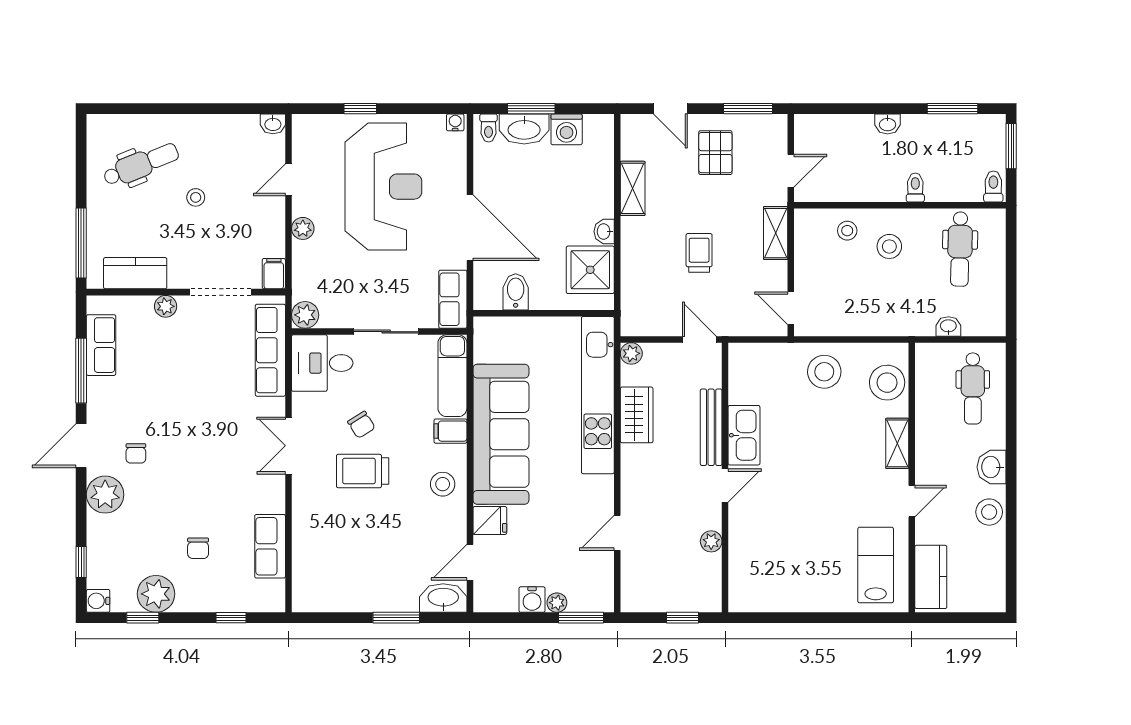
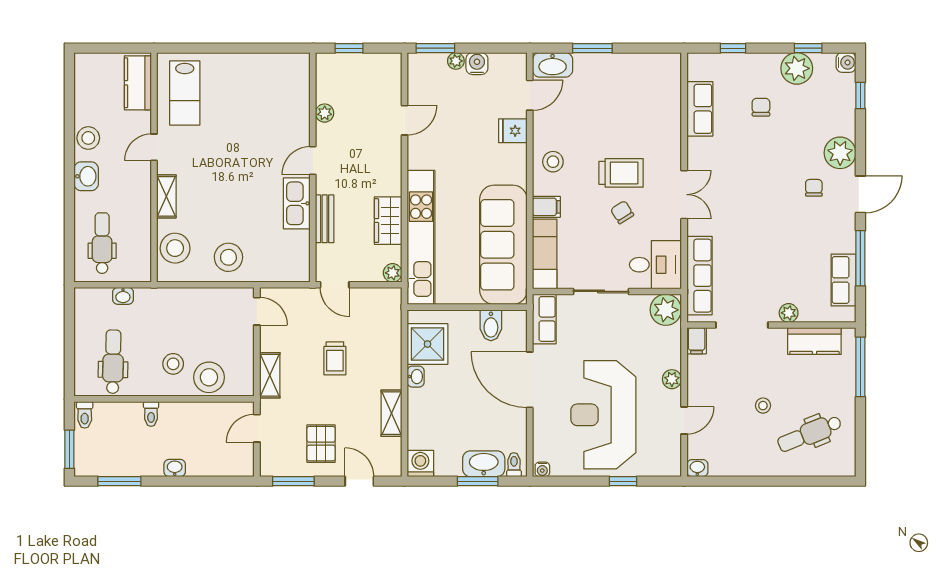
washing machine: (567, 129) -> (420, 463), moved
stool: (847, 231) -> (209, 377), width x1.89, depth x1.89
plant: (305, 315) -> (666, 310), width x1.36, depth x1.36
bench: (711, 427) -> (325, 219), width x0.73
sofa: (501, 434) -> (503, 245), moved

